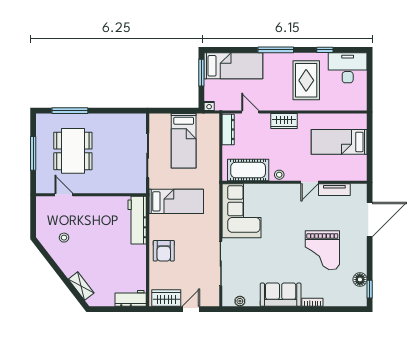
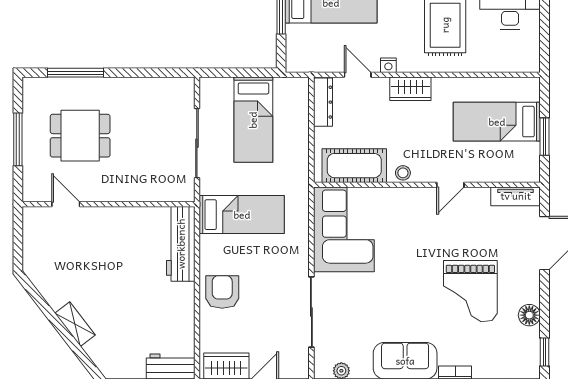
nightstand: (209, 106) -> (388, 65), moved
dining table: (73, 151) -> (80, 136), width x0.73
window: (370, 152) -> (544, 137), added
tv unit: (334, 190) -> (516, 196), moved
stool: (64, 238) -> (66, 271), removed
armchair: (164, 251) -> (222, 292), turned 180
floor lamp: (360, 280) -> (529, 315), moved
shelving: (81, 286) -> (75, 324), moved

